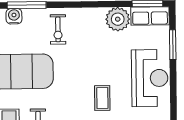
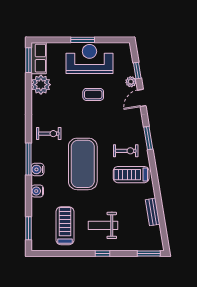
window: (173, 45) -> (83, 40), moved
coffee table: (102, 98) -> (93, 94), moved

